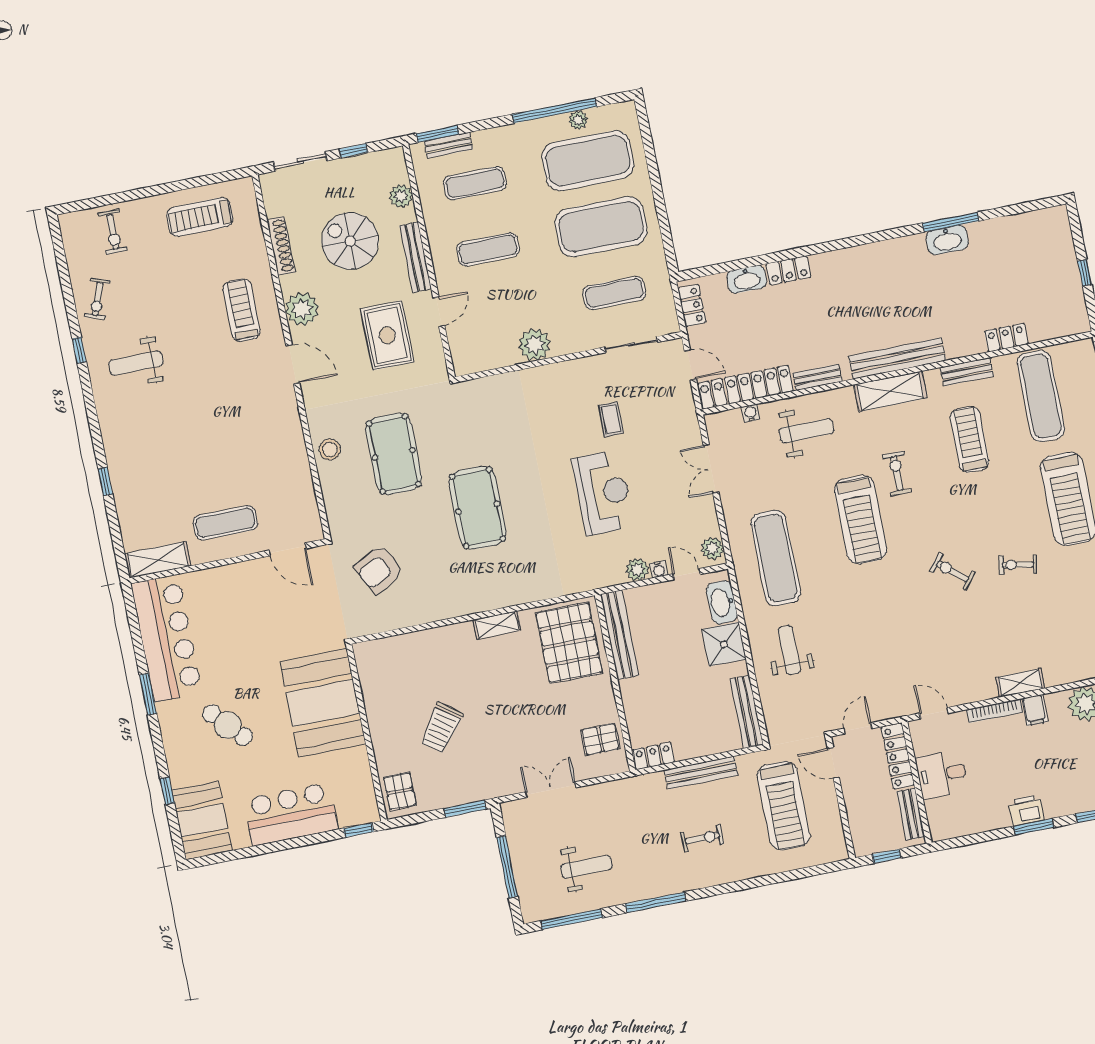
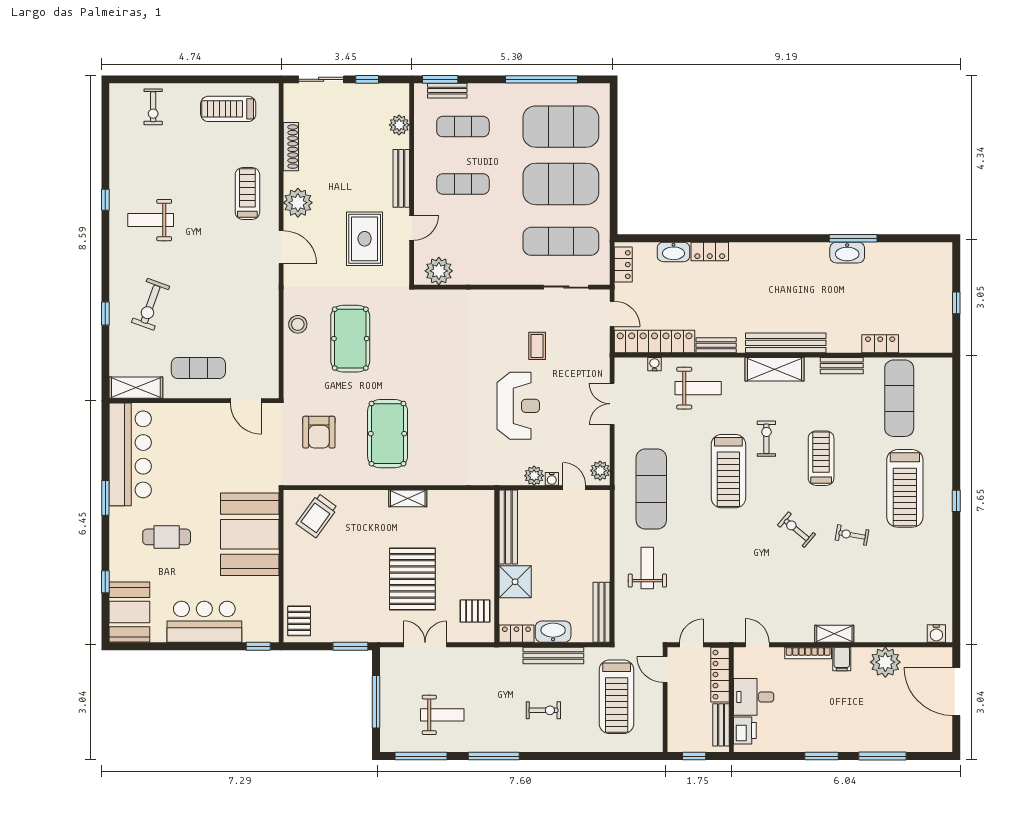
plant: (578, 120) -> (560, 91), removed
spiral stairs: (350, 241) -> (349, 154), removed
exercise mat: (614, 293) -> (561, 241), width x1.36, depth x1.45
exercise bike: (98, 299) -> (151, 304), moved, width x1.38, depth x1.39
plant: (535, 345) -> (439, 271), moved
treadmill: (970, 439) -> (821, 458), moved
pool table: (478, 508) -> (388, 434), moved
armchair: (379, 569) -> (319, 432), turned -62
washbasin: (722, 602) -> (553, 632), moved, turned 90
pallet: (569, 643) -> (412, 579), moved
shower: (724, 644) -> (515, 582), moved
cafe table: (228, 725) -> (167, 537), turned -47
trolley: (441, 728) -> (317, 516), moved
printer: (1026, 810) -> (745, 731), moved, turned 90

